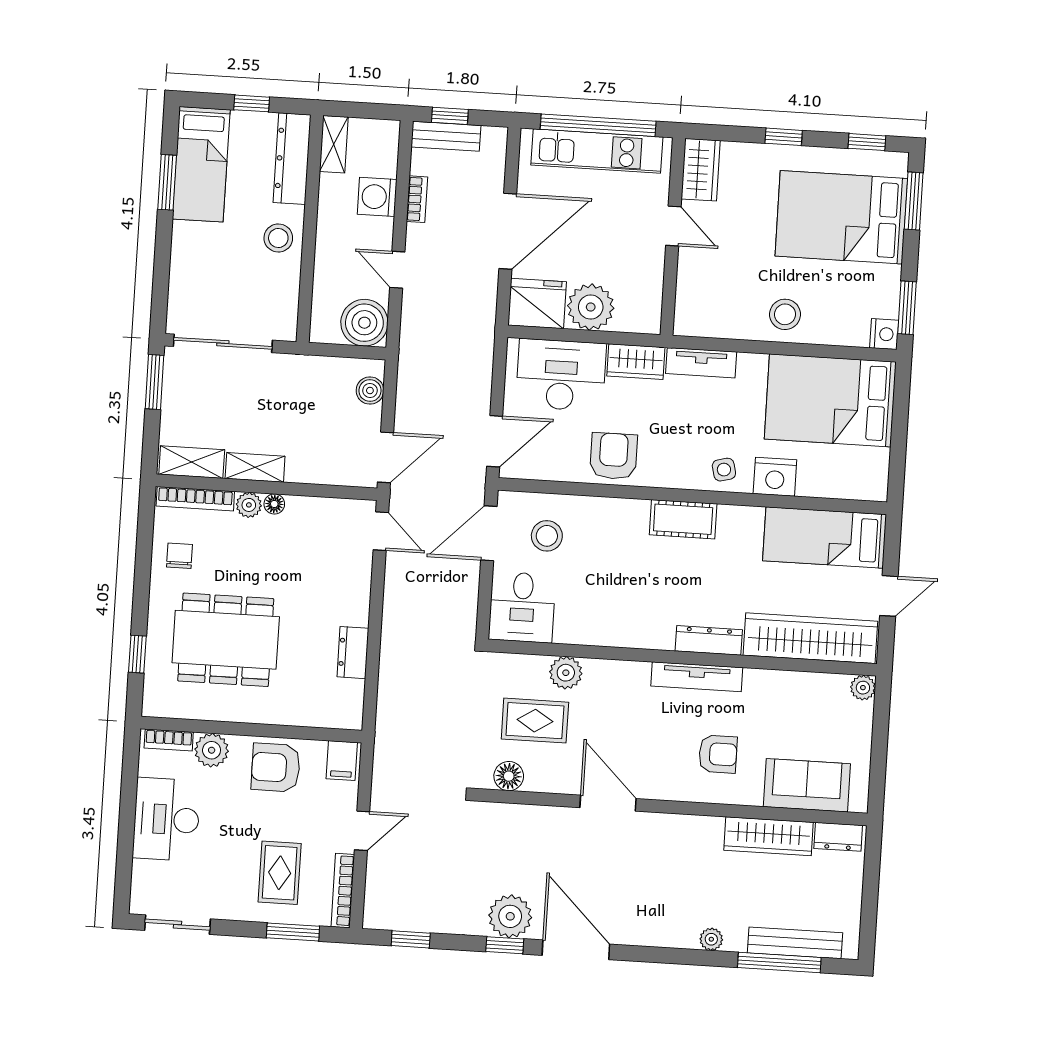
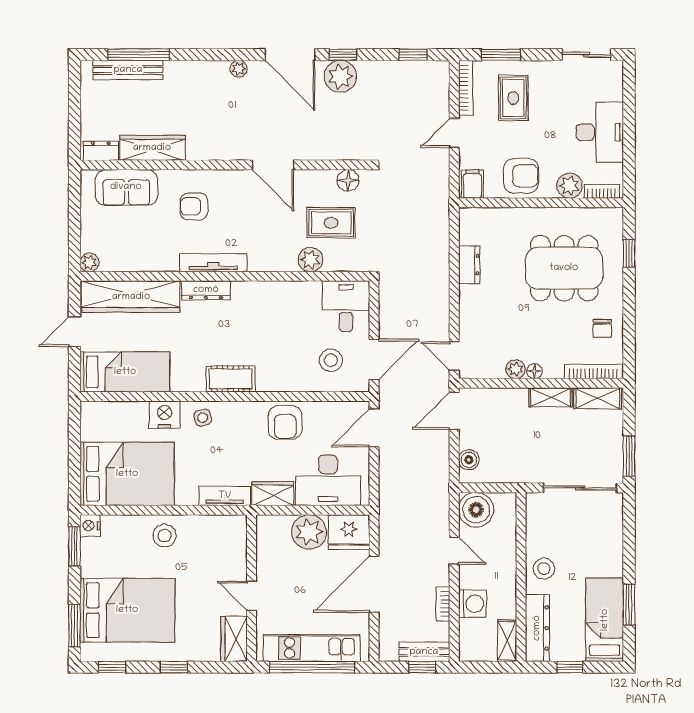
plant: (249, 505) -> (516, 369), moved
plant: (711, 939) -> (239, 69), moved

